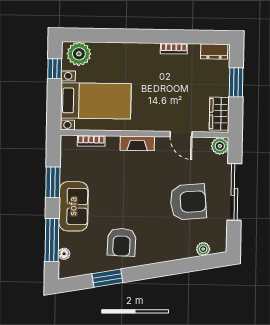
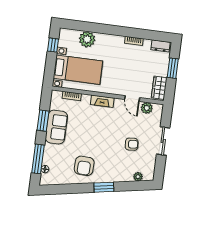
plant: (79, 54) -> (87, 39), moved
plant: (220, 146) -> (147, 108), moved
sliding door: (234, 192) -> (163, 141), width x0.73
armchair: (188, 202) -> (132, 144), width x0.53, depth x0.53
sofa: (73, 206) -> (56, 127), moved
window: (107, 278) -> (104, 187), moved

